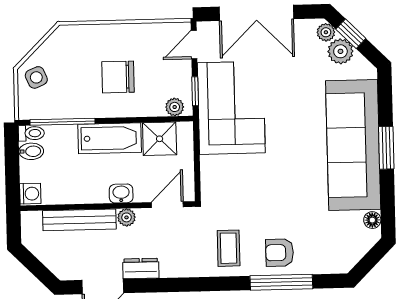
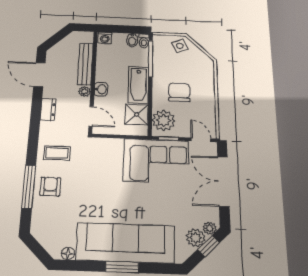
plant: (175, 107) -> (164, 120), width x1.88, depth x1.88
dresser: (141, 268) -> (48, 109), moved

